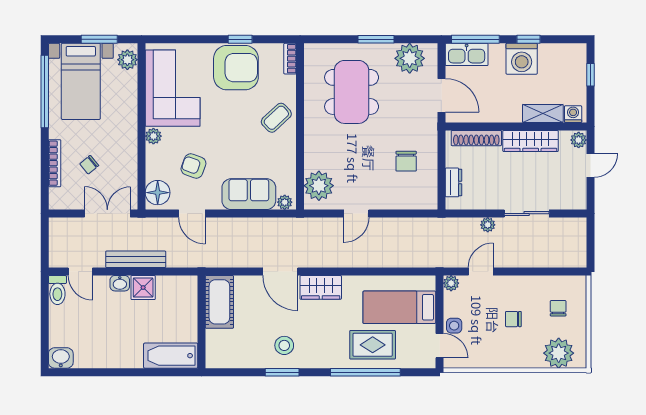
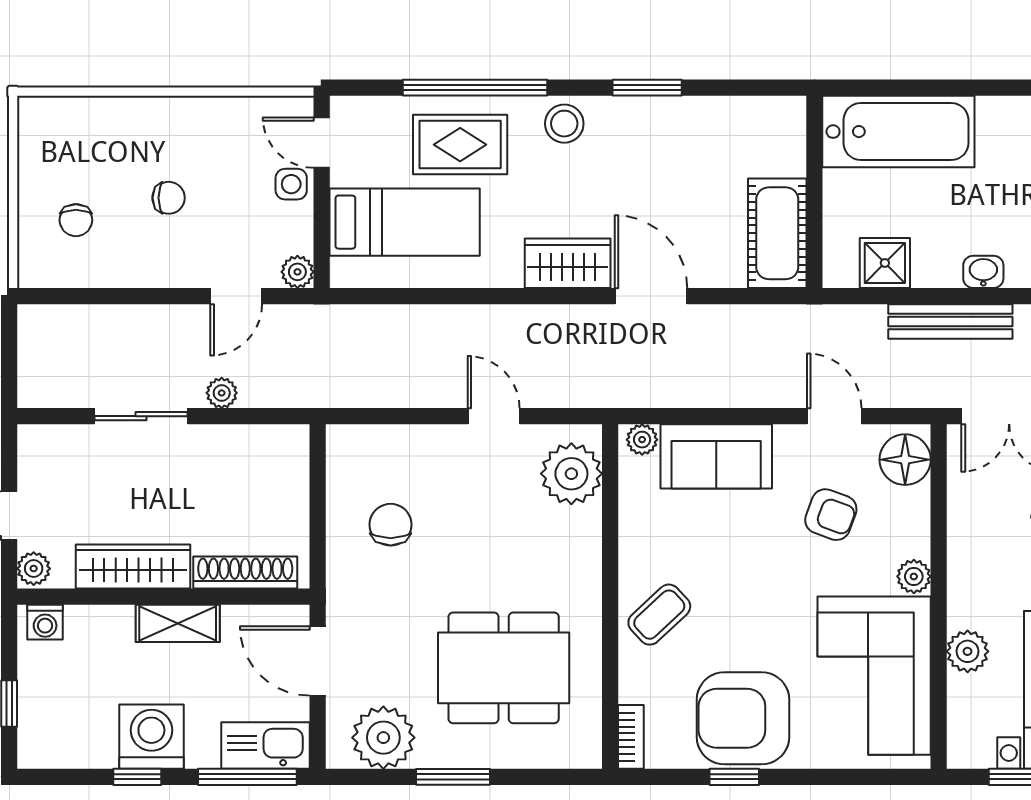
plant: (127, 60) -> (968, 651), moved
dining table: (352, 92) -> (504, 668), turned 90
shelving: (543, 113) -> (178, 623), moved
dresser: (453, 182) -> (293, 481), removed
door: (356, 214) -> (494, 416), hinge flipped
shower: (143, 288) -> (885, 263), moved
stool: (284, 345) -> (564, 124), moved
plant: (559, 353) -> (75, 127), removed
bathtub: (171, 356) -> (898, 132), width x1.36, depth x1.36

